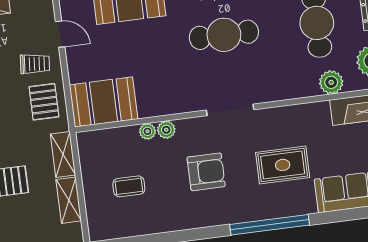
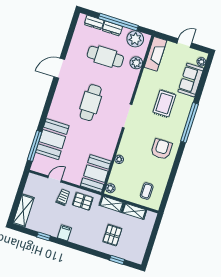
plant: (166, 130) -> (110, 188), moved
armchair: (206, 172) -> (161, 149), moved
coffee table: (129, 186) -> (147, 191), moved

